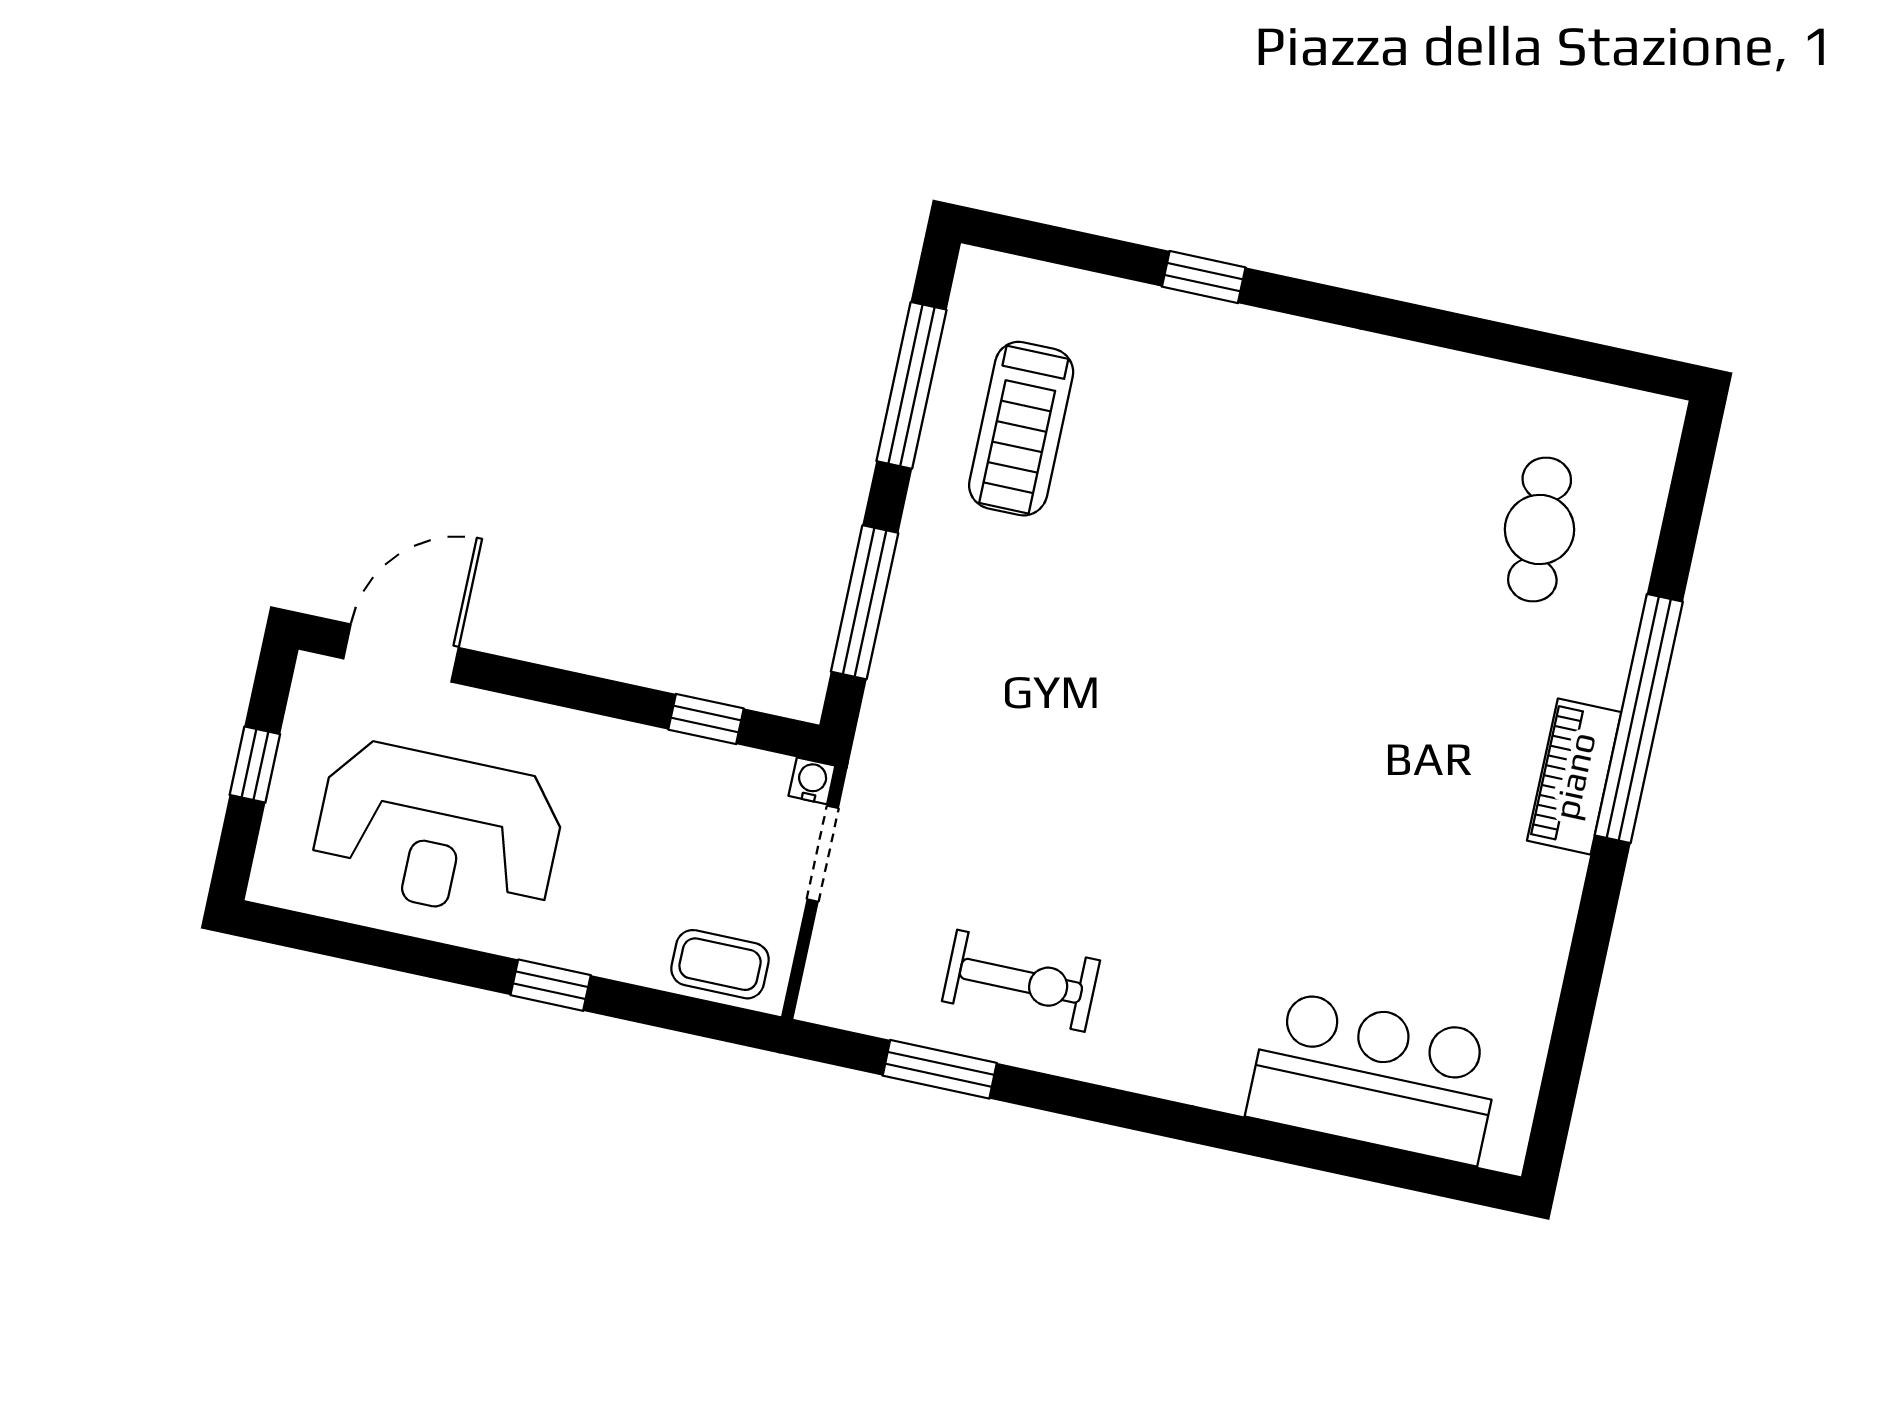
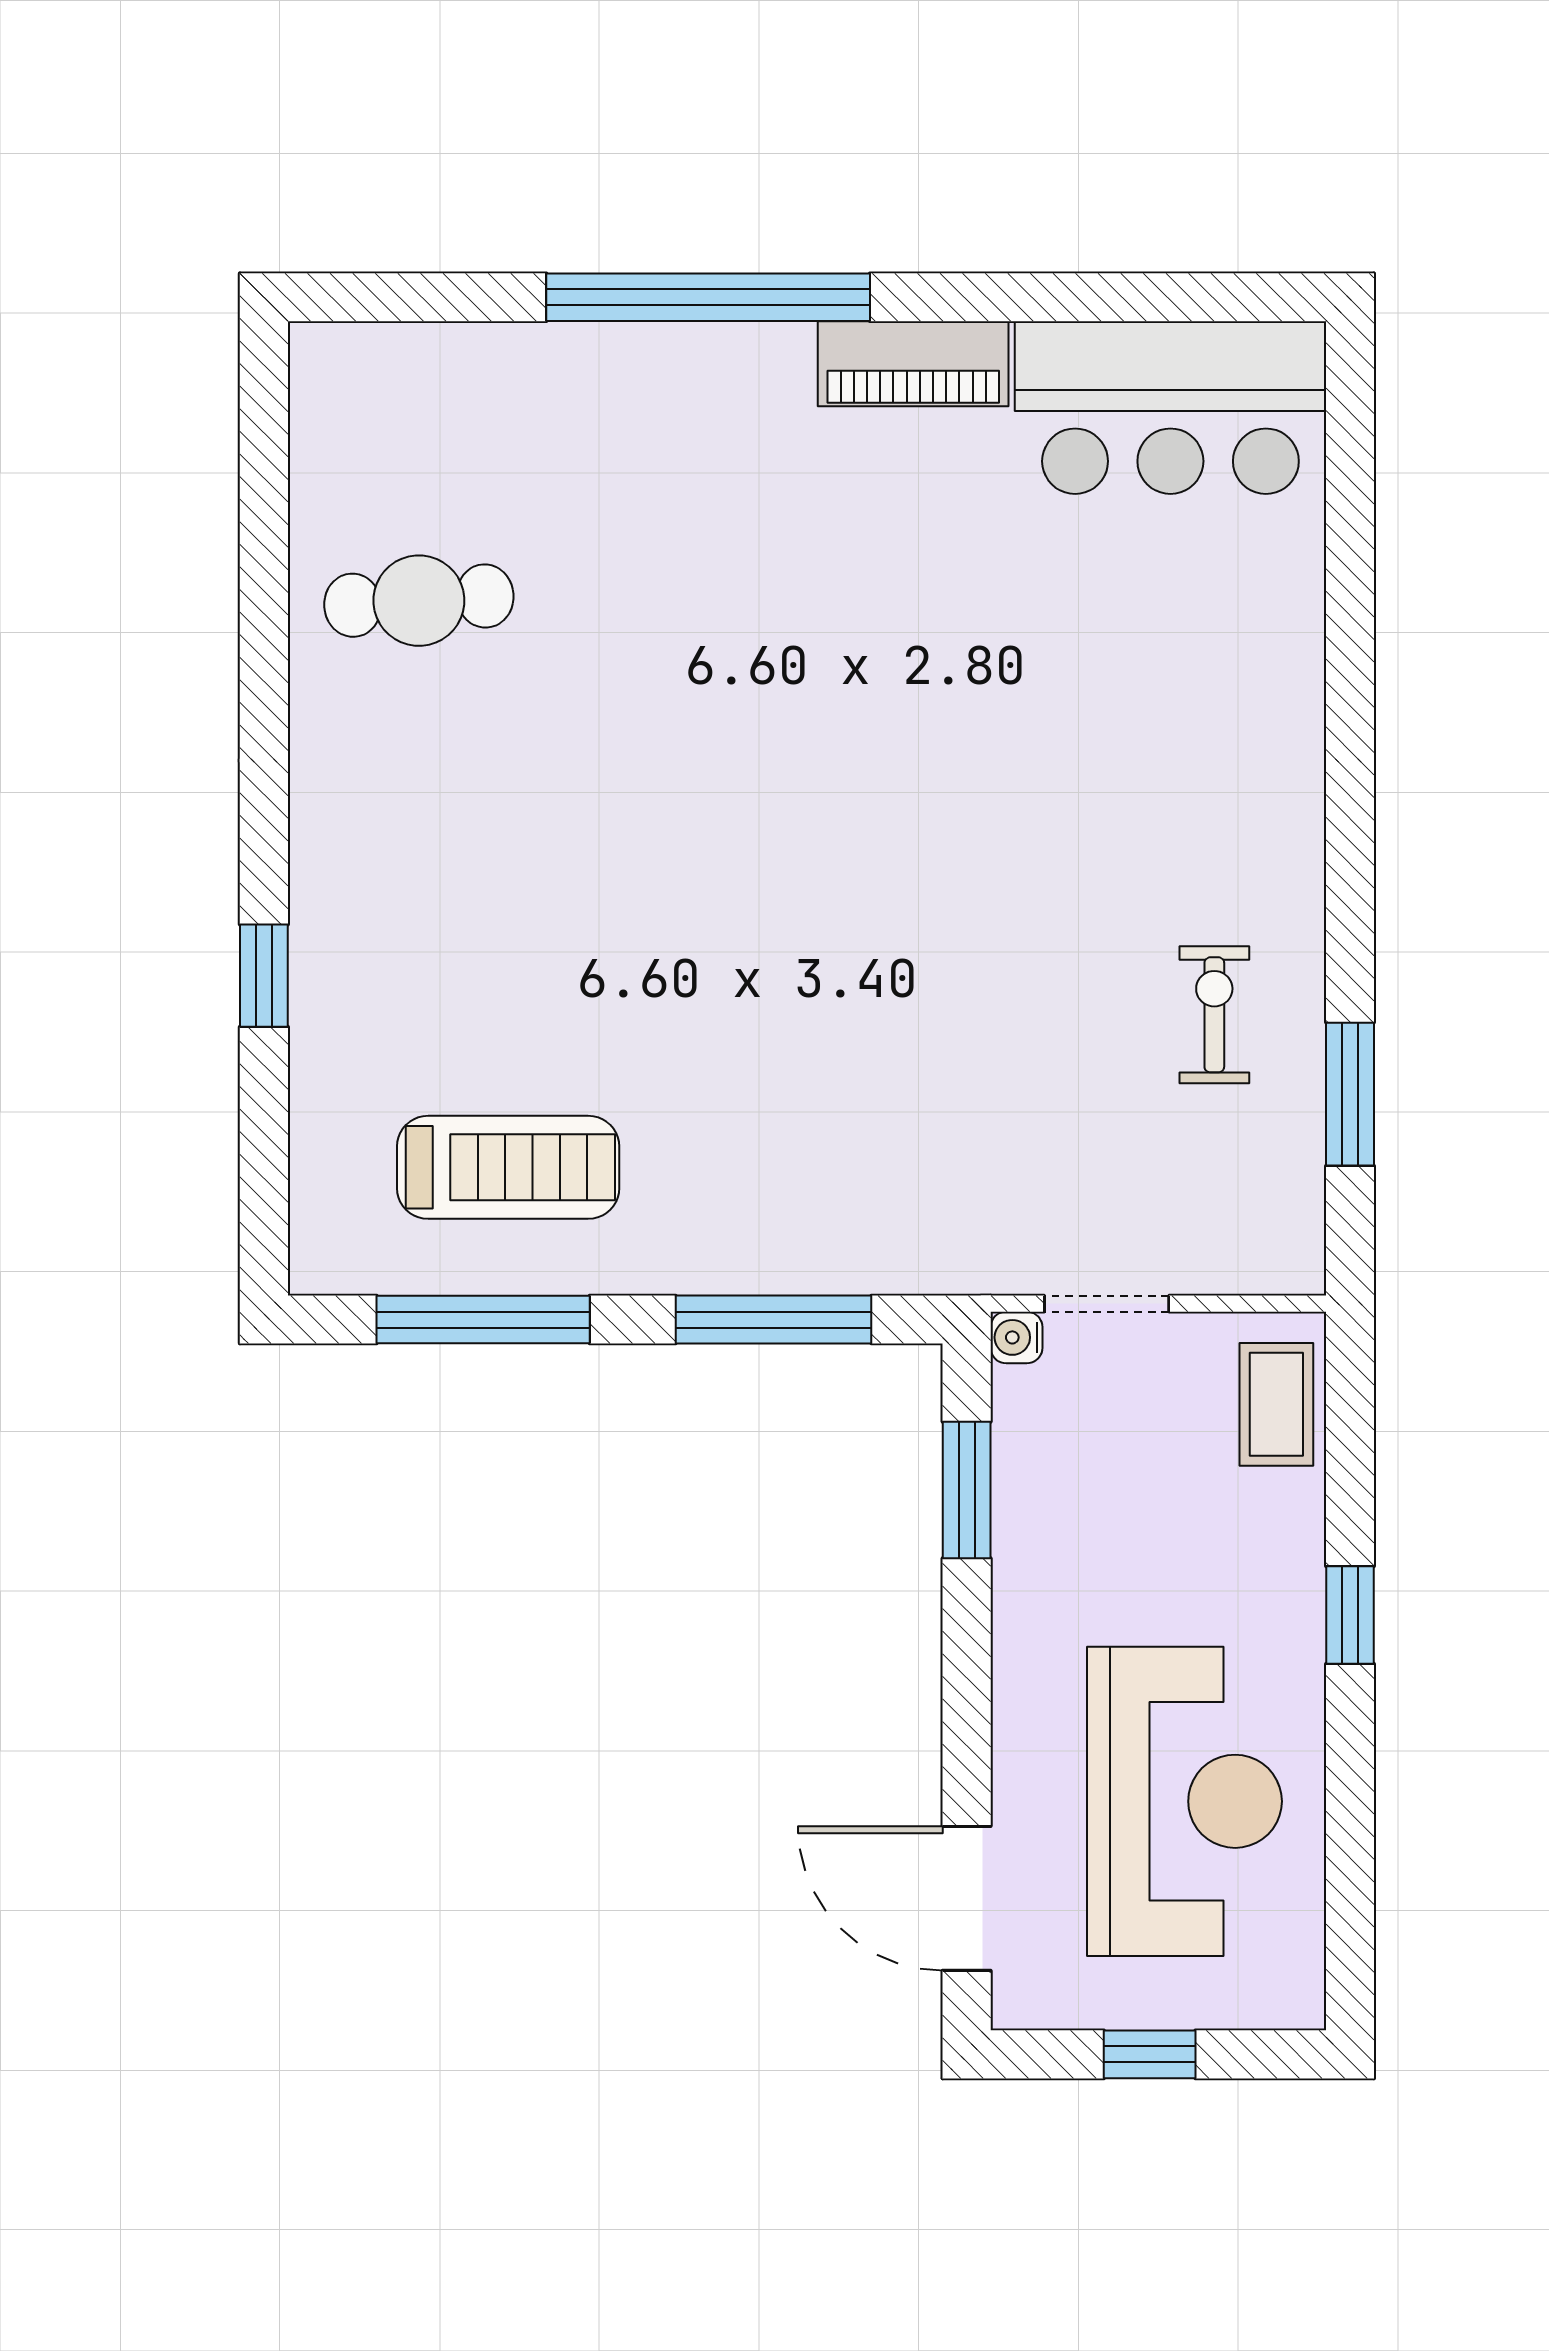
cafe table: (1540, 530) -> (419, 601), moved
window: (706, 719) -> (967, 1490), width x1.50
piano: (1574, 776) -> (913, 364), moved
exercise bike: (1021, 981) -> (1214, 1015), width x0.73, depth x0.72
bar counter: (1375, 1077) -> (1170, 408), moved, turned -90

